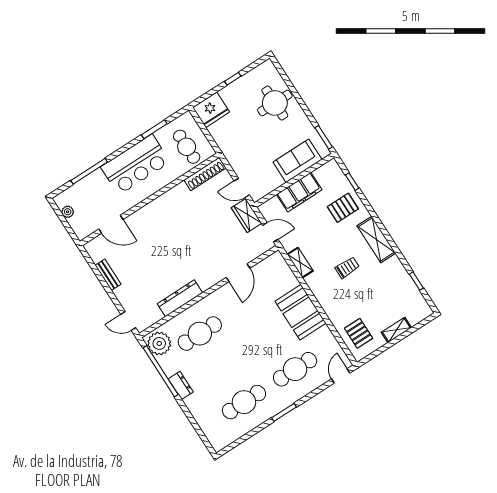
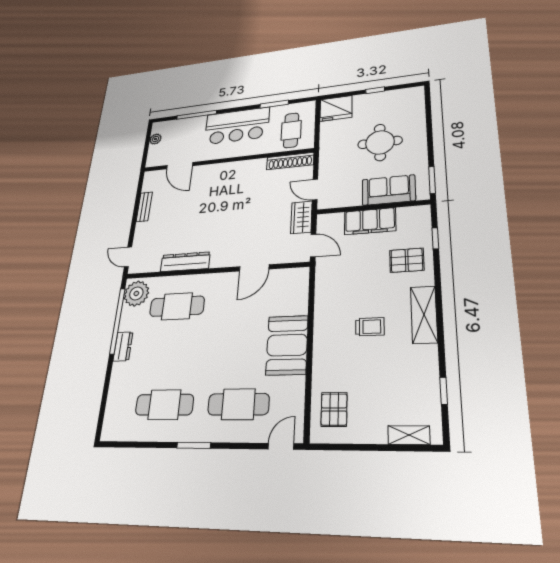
round table: (275, 103) -> (380, 142), moved
shelving: (300, 263) -> (322, 292), removed
shelving: (396, 330) -> (409, 435), moved

